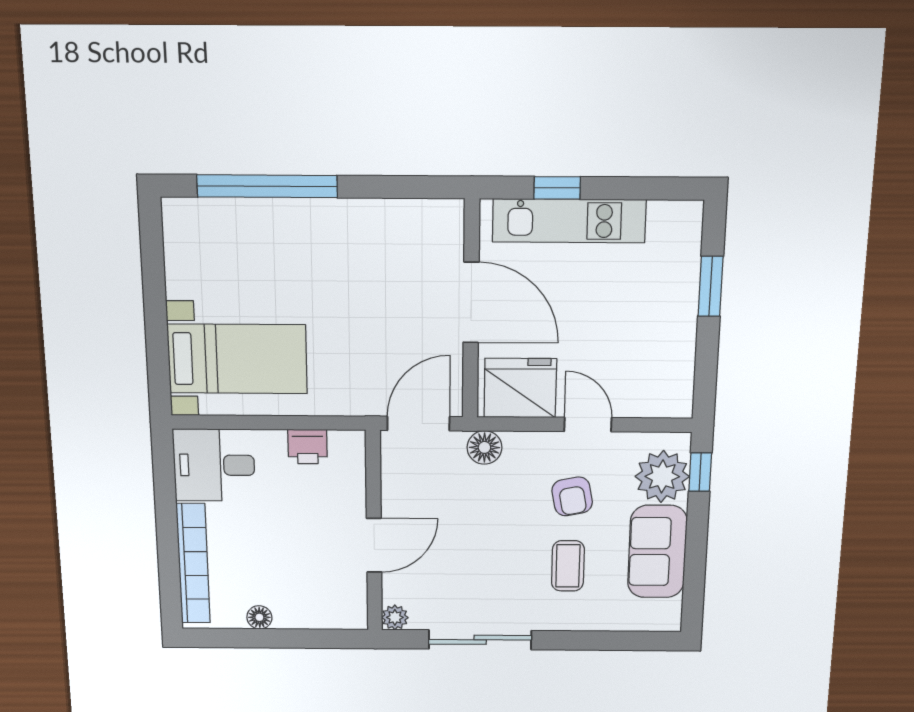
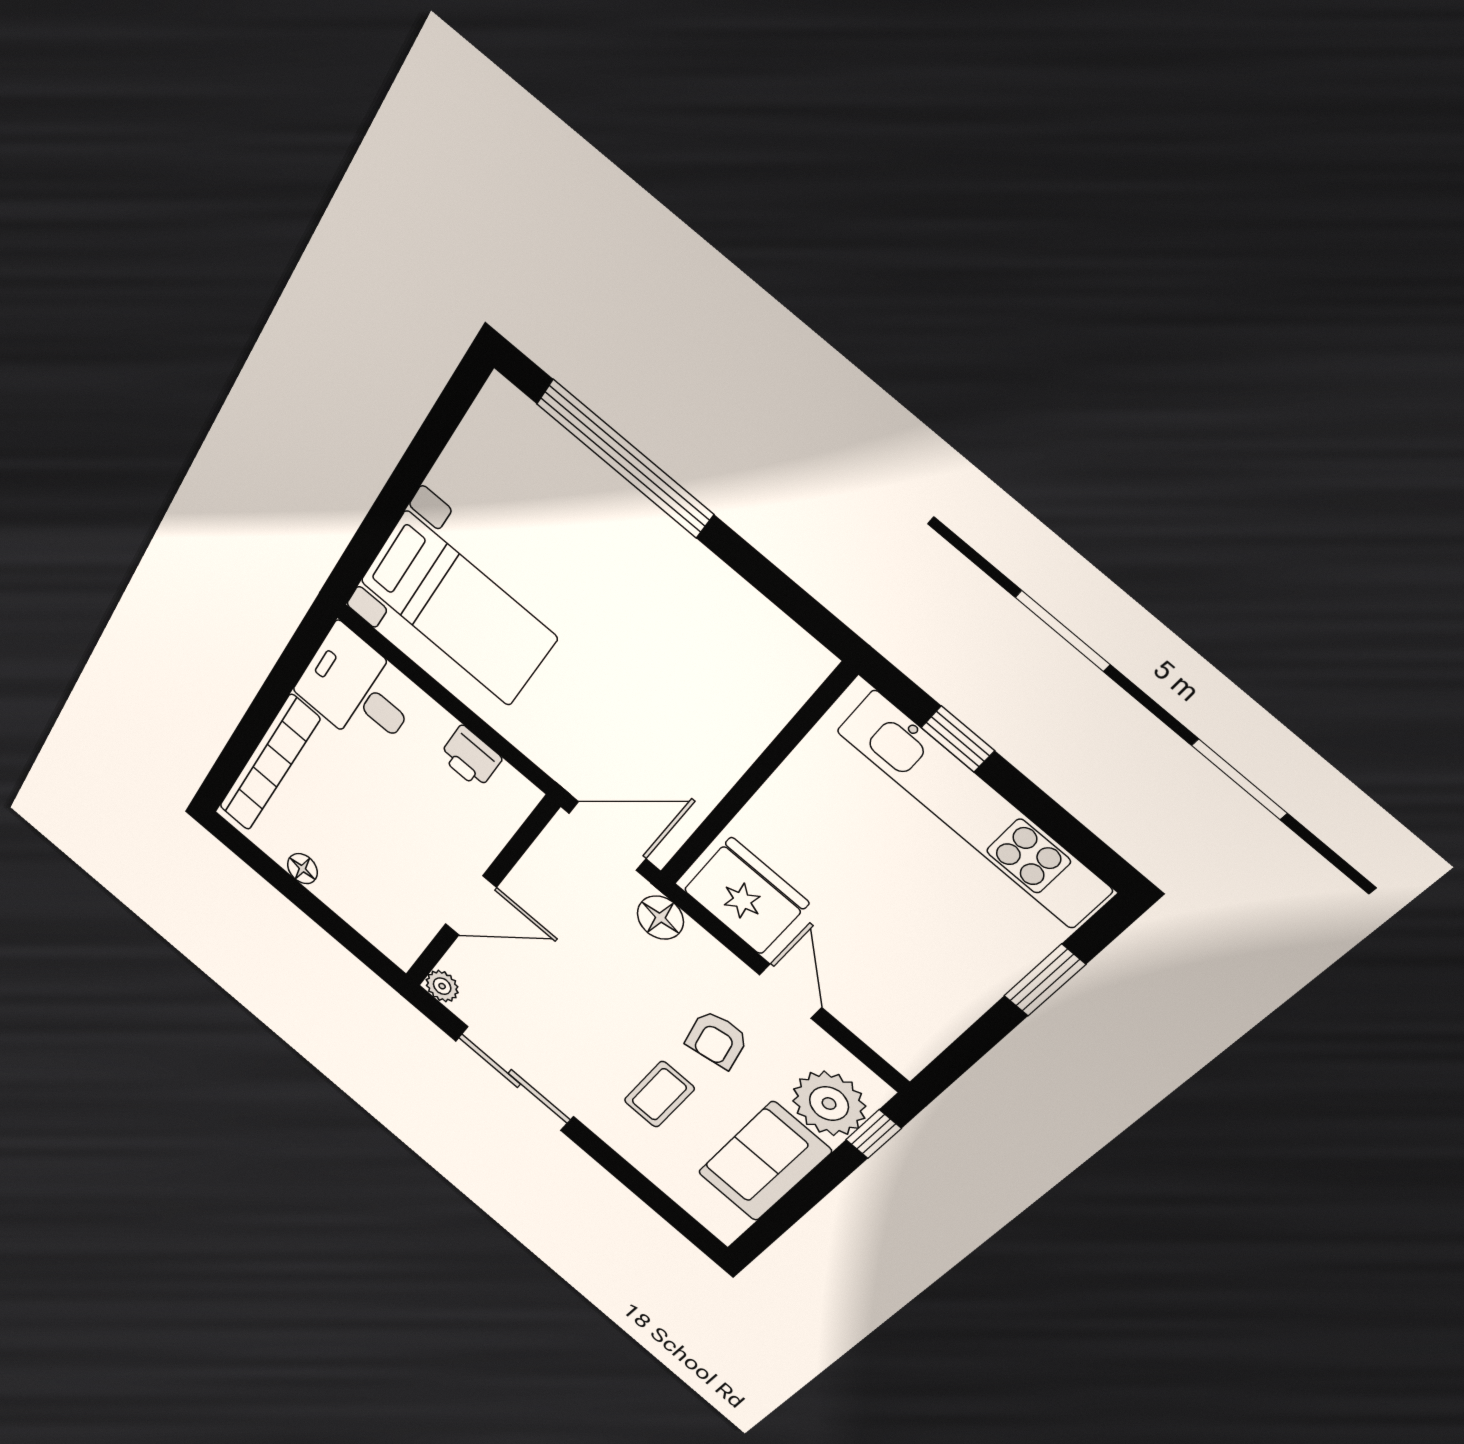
kitchen unit: (569, 221) -> (974, 810), width x1.36
door: (471, 303) -> (761, 770), removed

